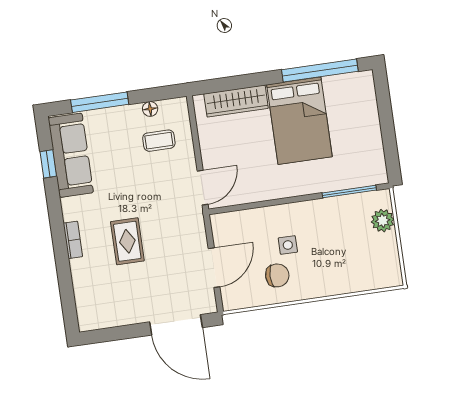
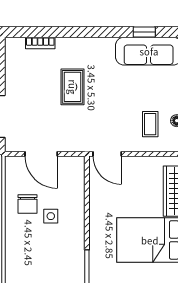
bookcase: (73, 240) -> (40, 43), moved
rug: (127, 241) -> (73, 87), turned 90

